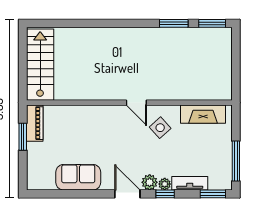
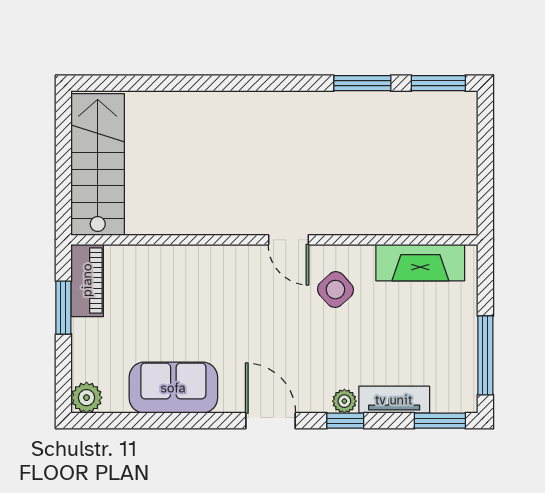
plant: (150, 182) -> (87, 398), moved

